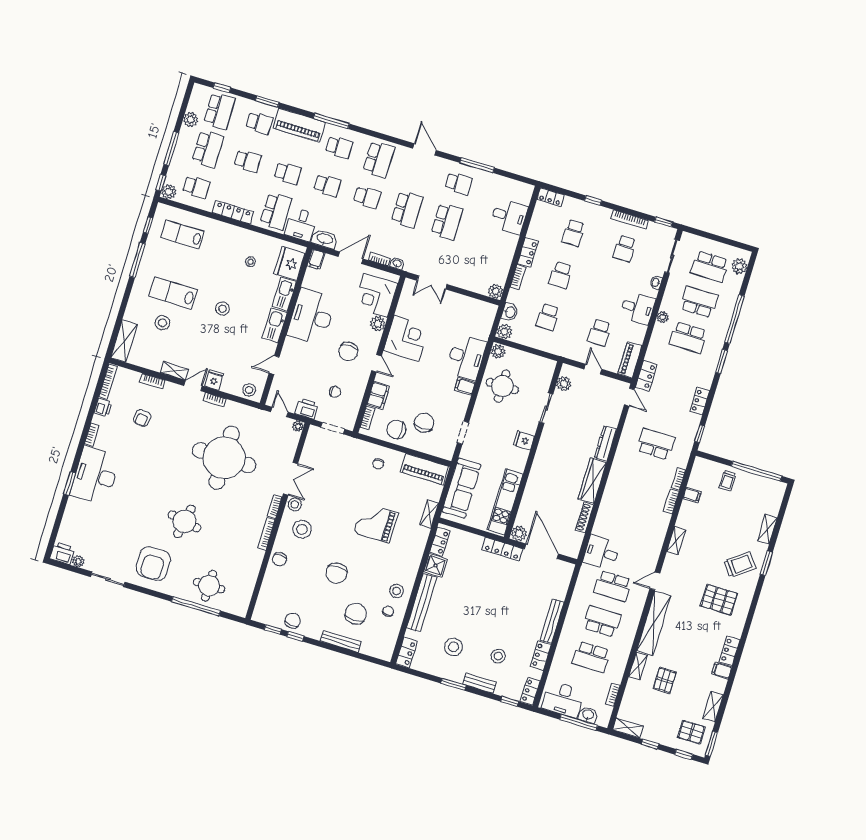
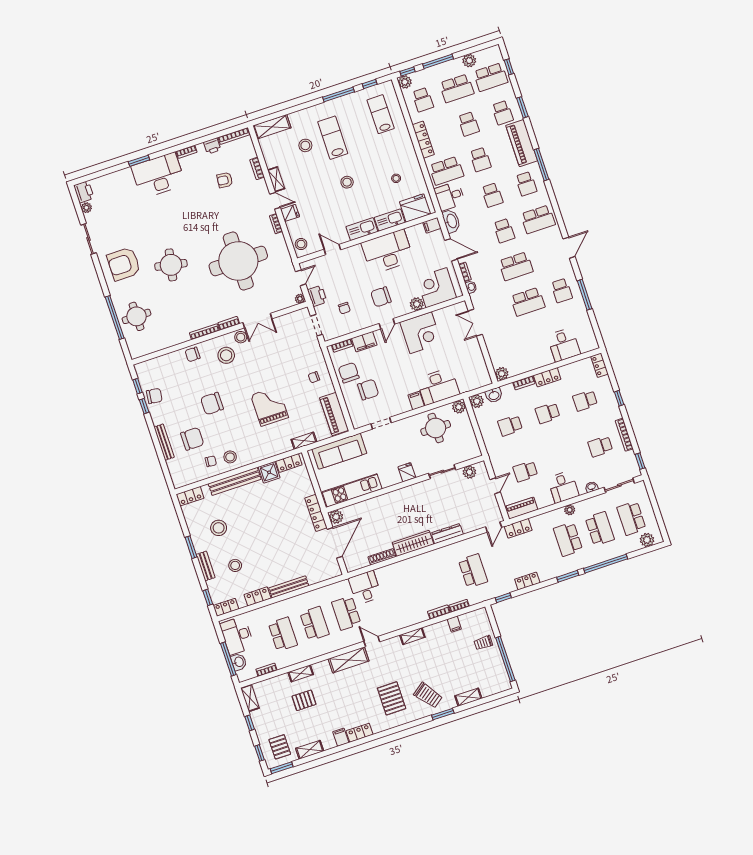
shelving: (654, 623) -> (349, 660), width x0.68
school desk: (591, 657) -> (283, 634), turned 180

